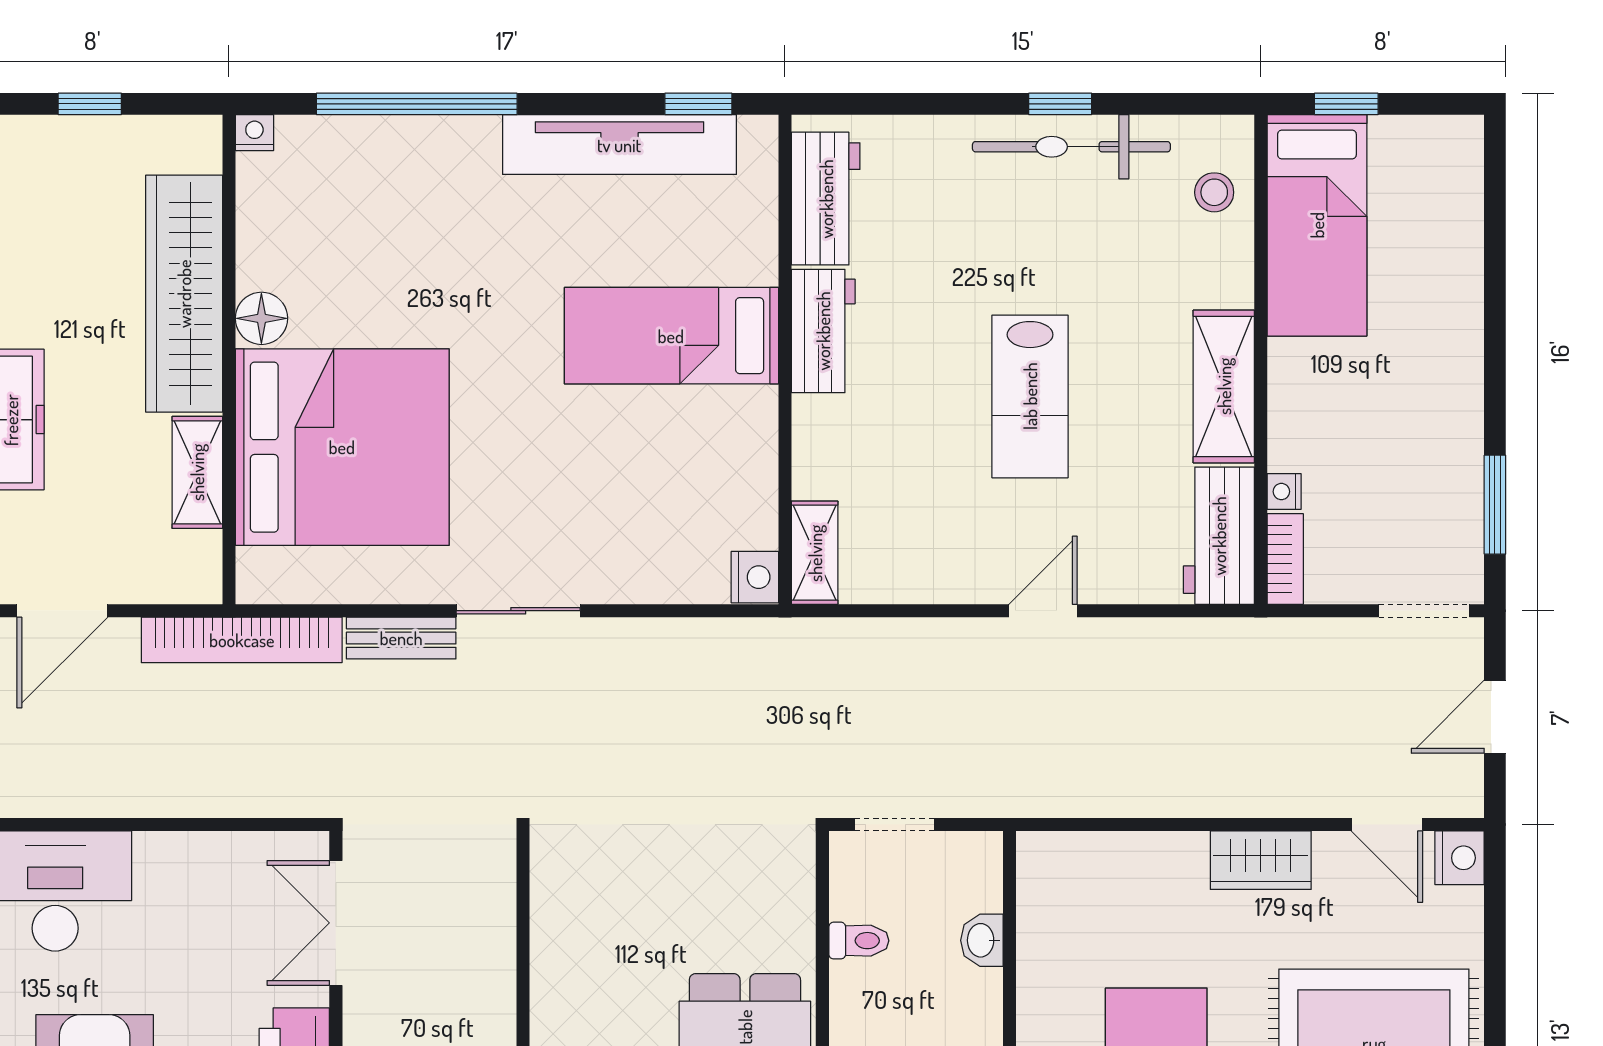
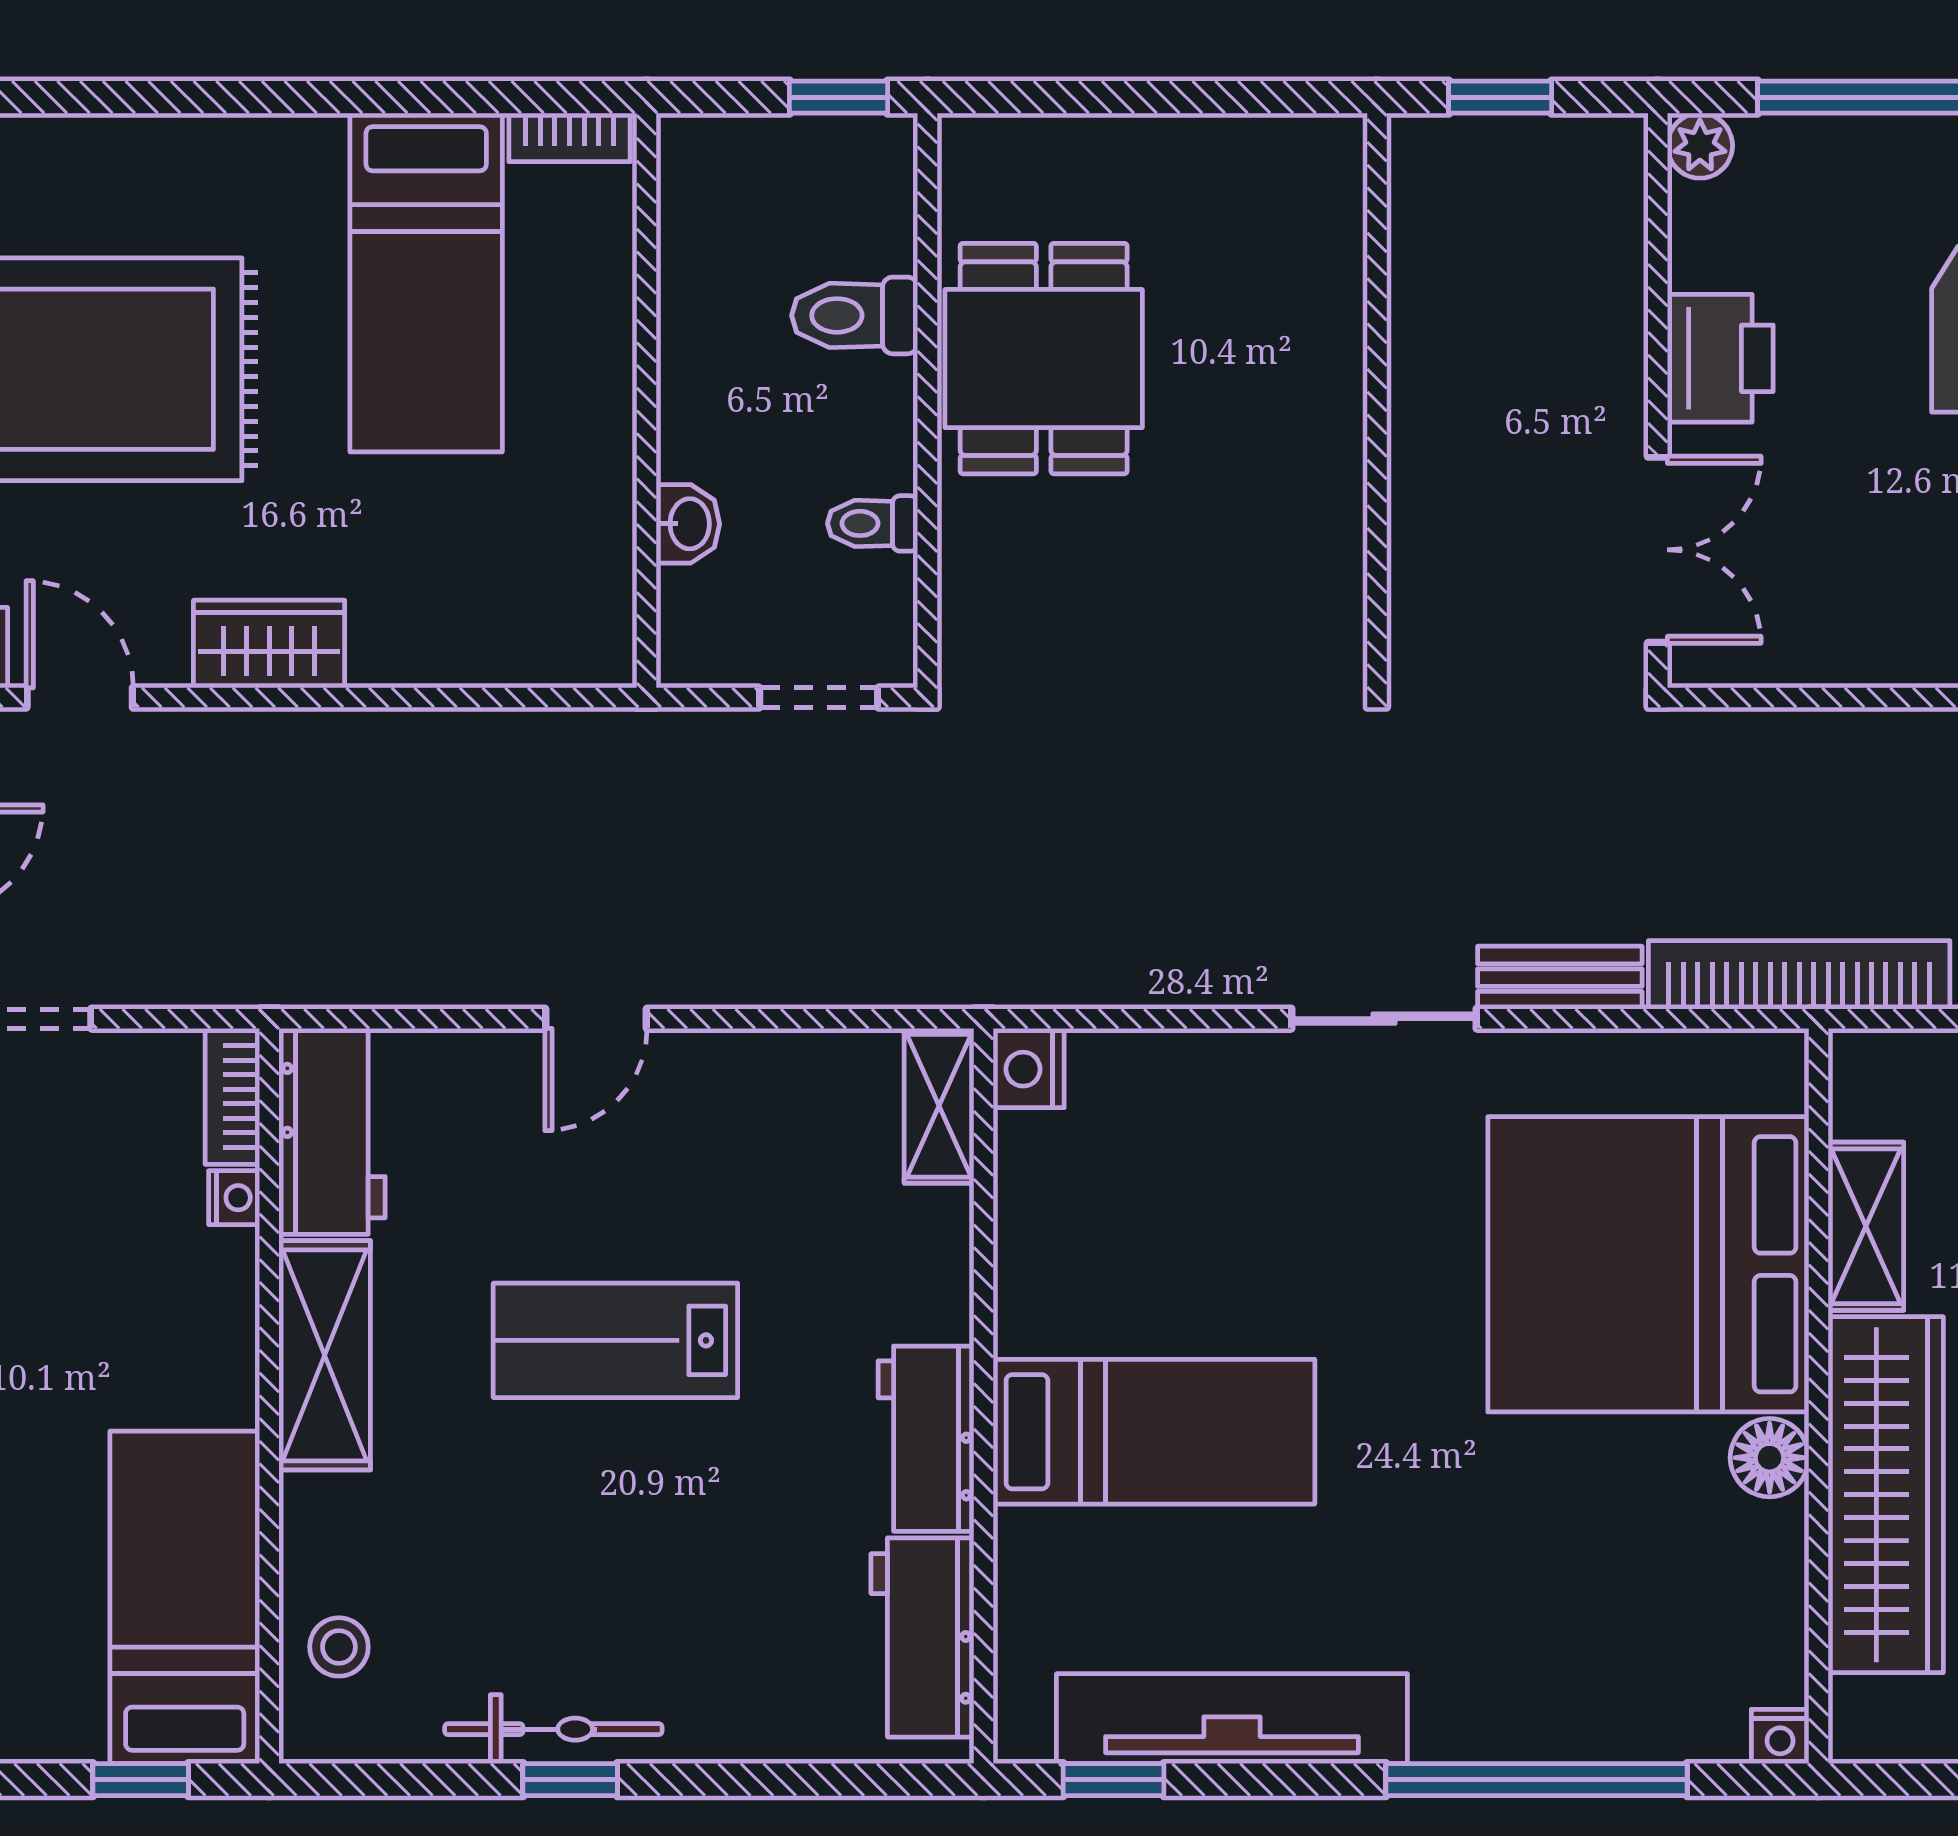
bicycle: (1071, 147) -> (553, 1729), width x0.73, depth x0.71
lab bench: (1030, 396) -> (615, 1340), turned -90

